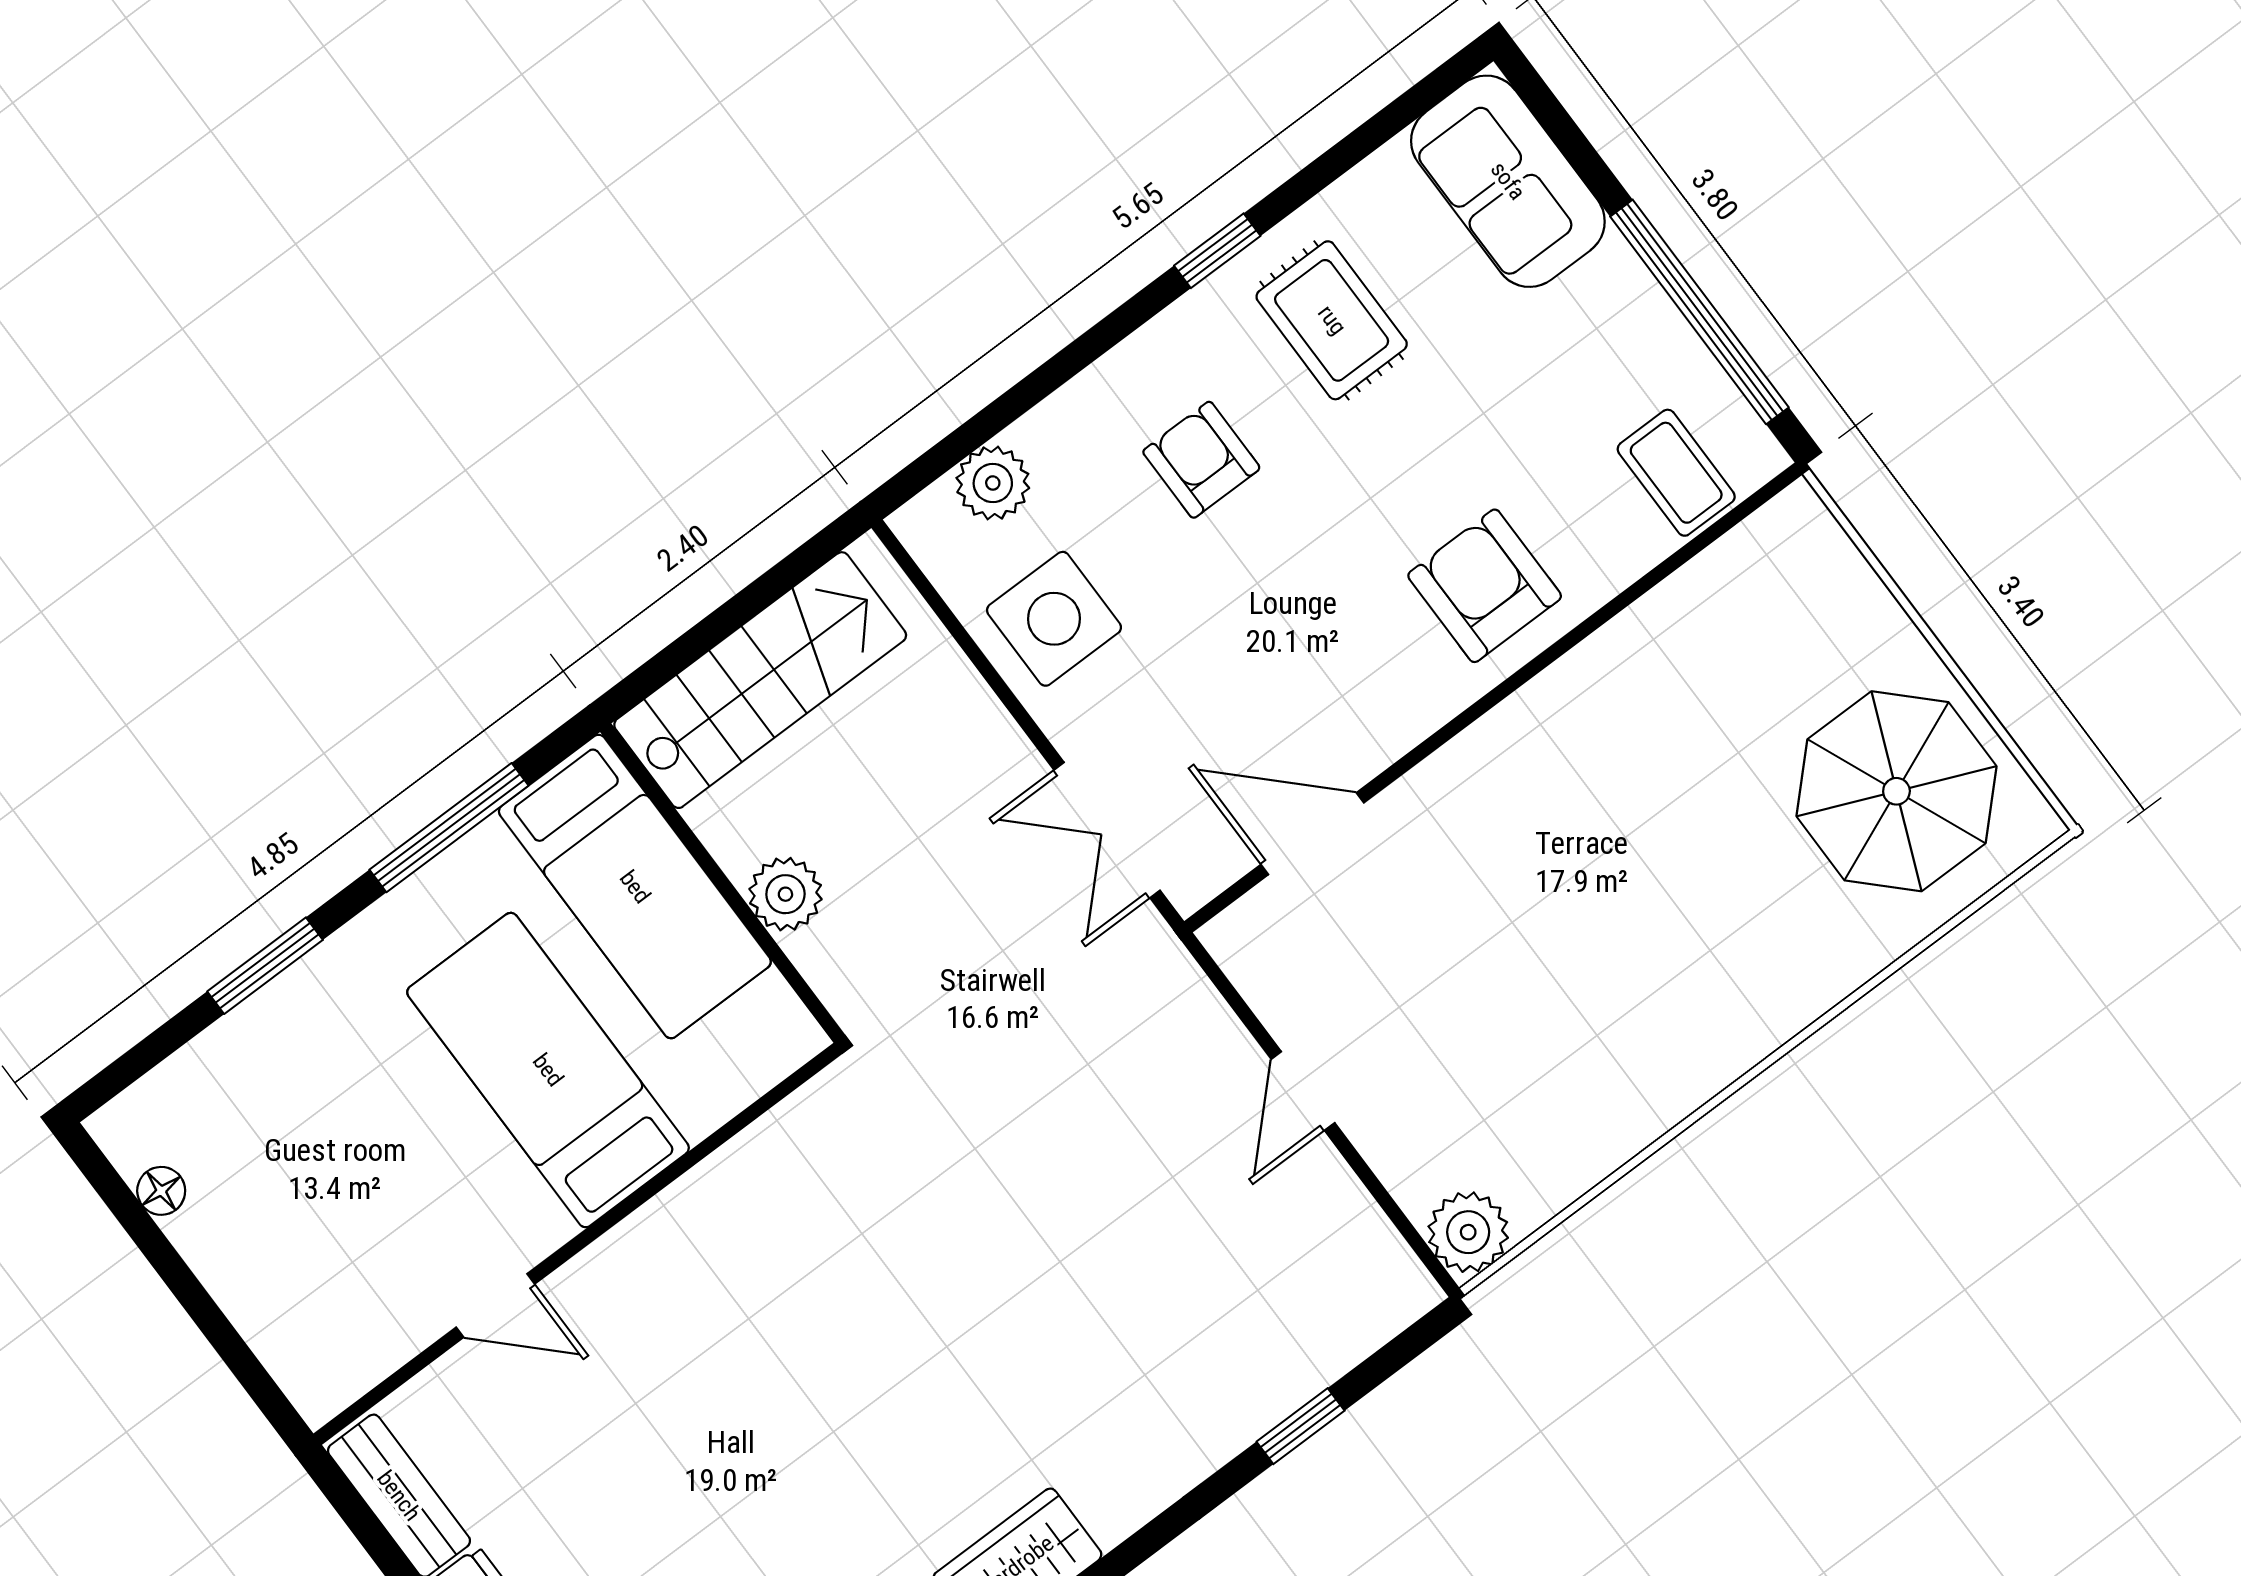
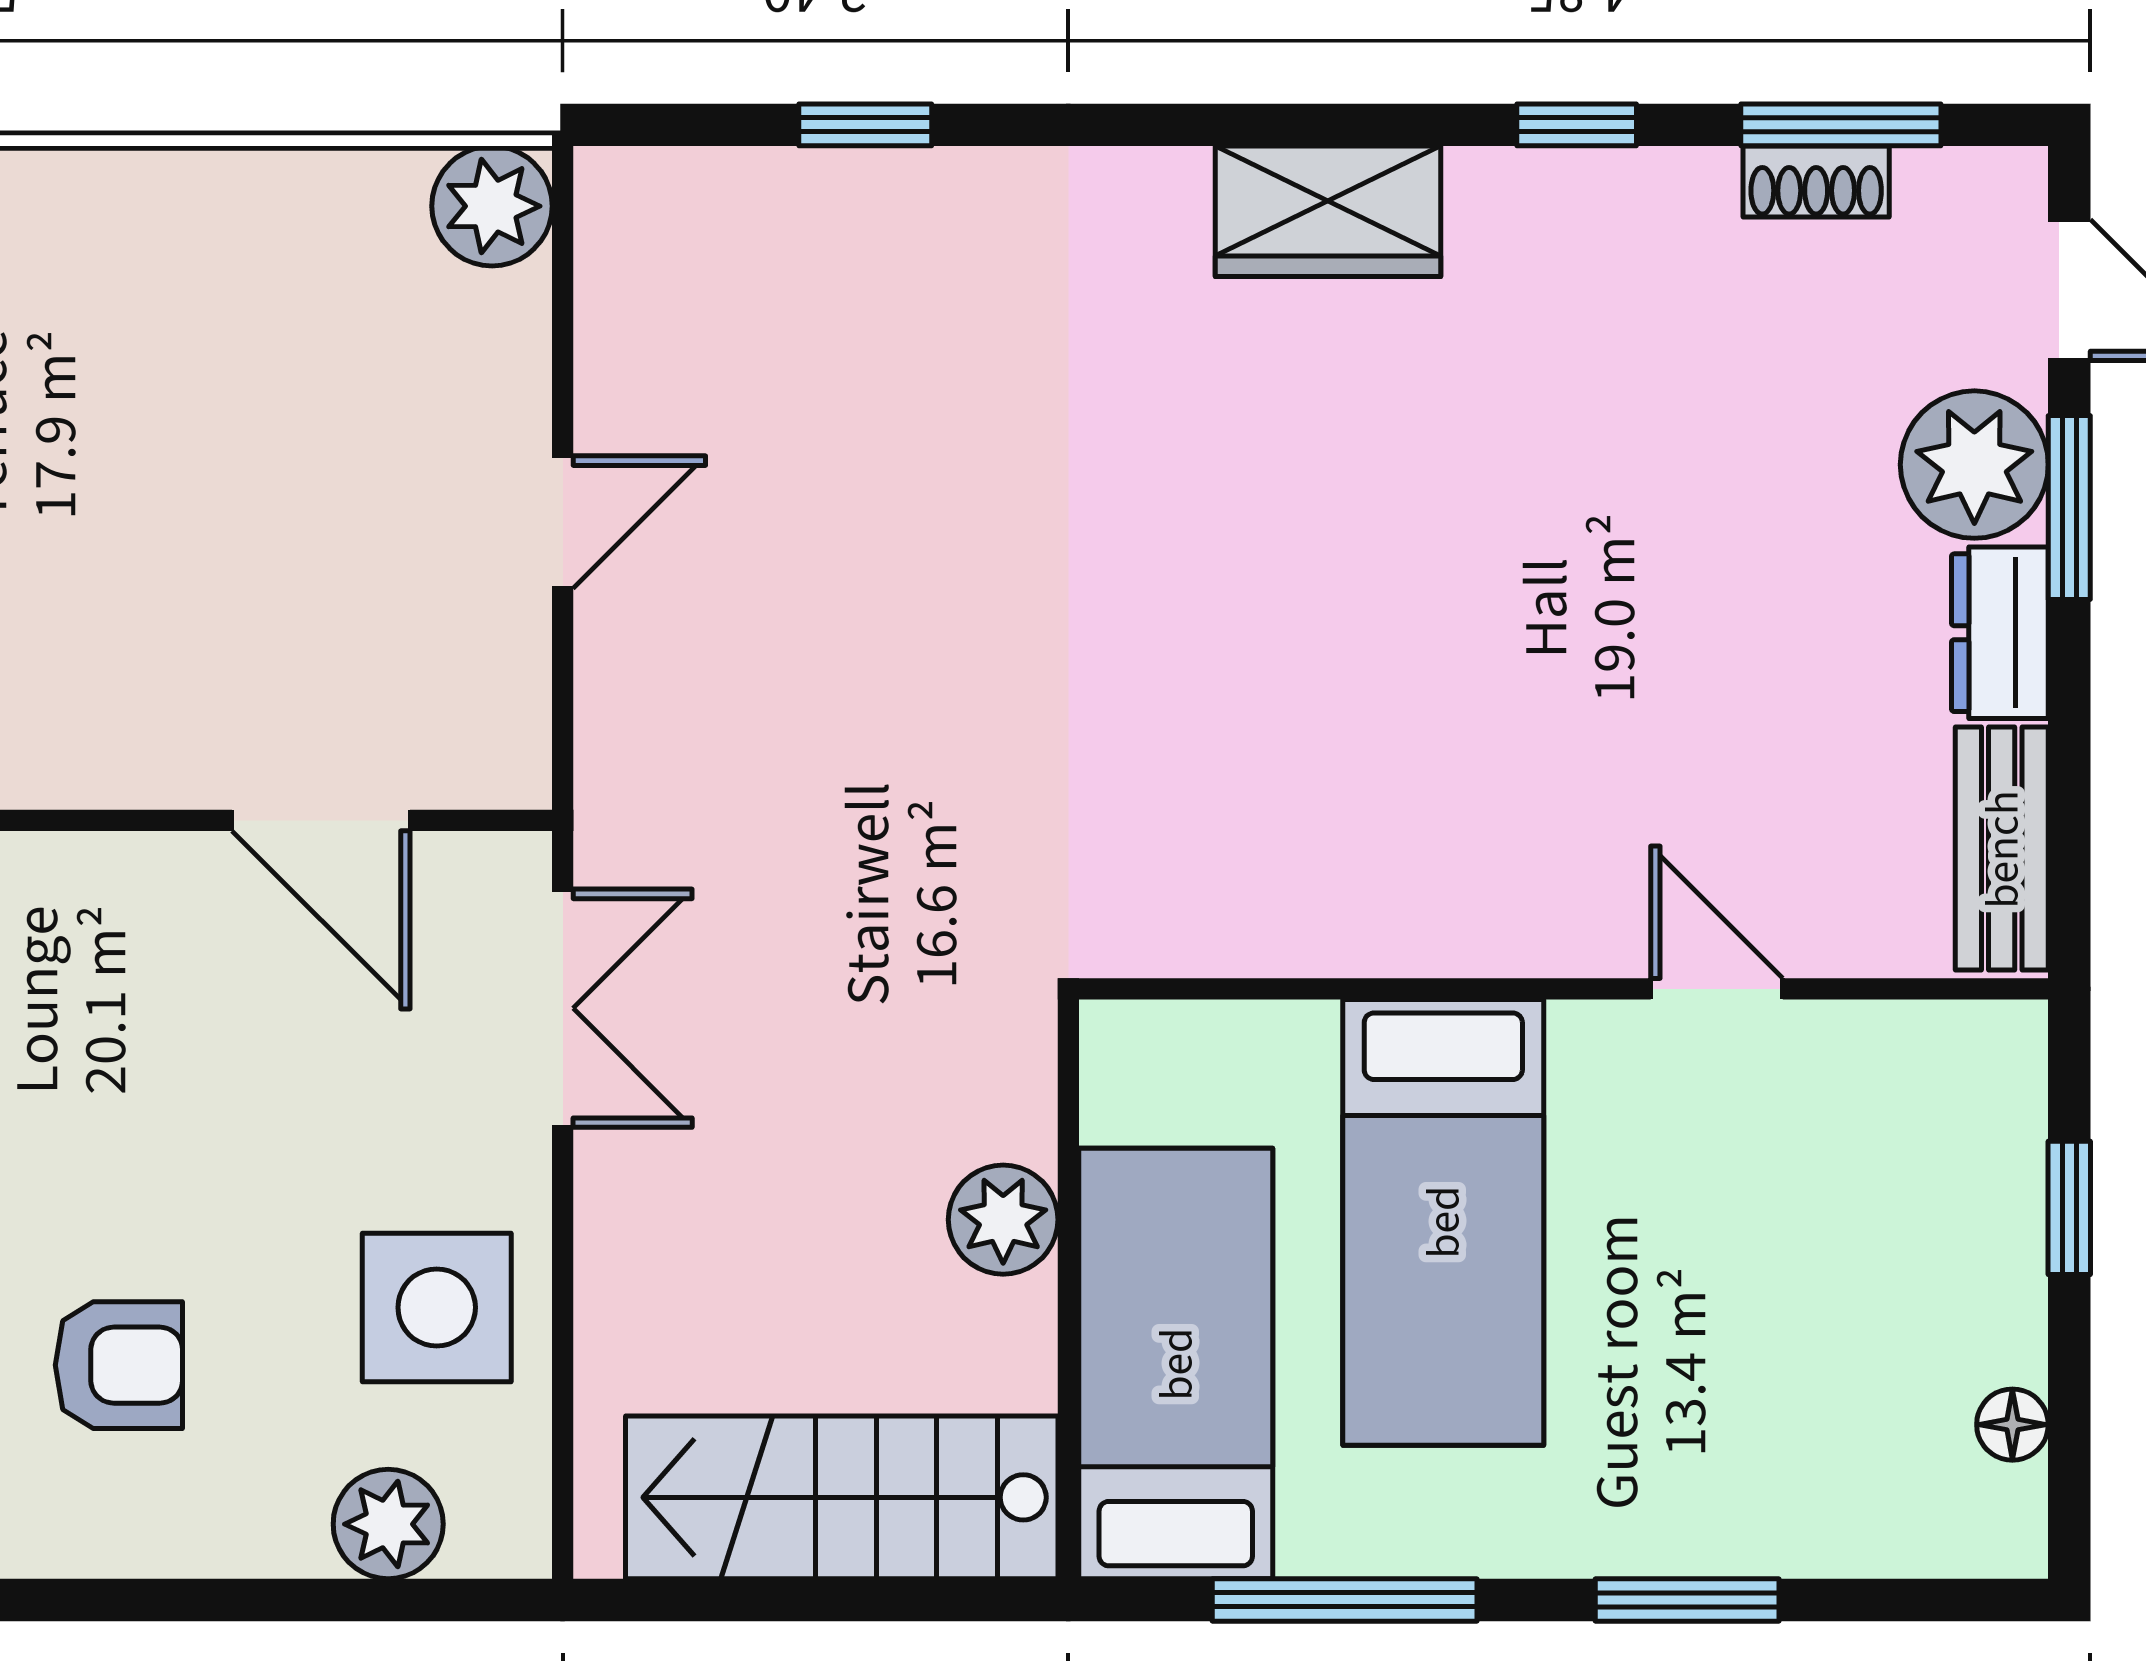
armchair: (1201, 460) -> (119, 1365), turned -90
window: (218, 1330) -> (2069, 1208), added

